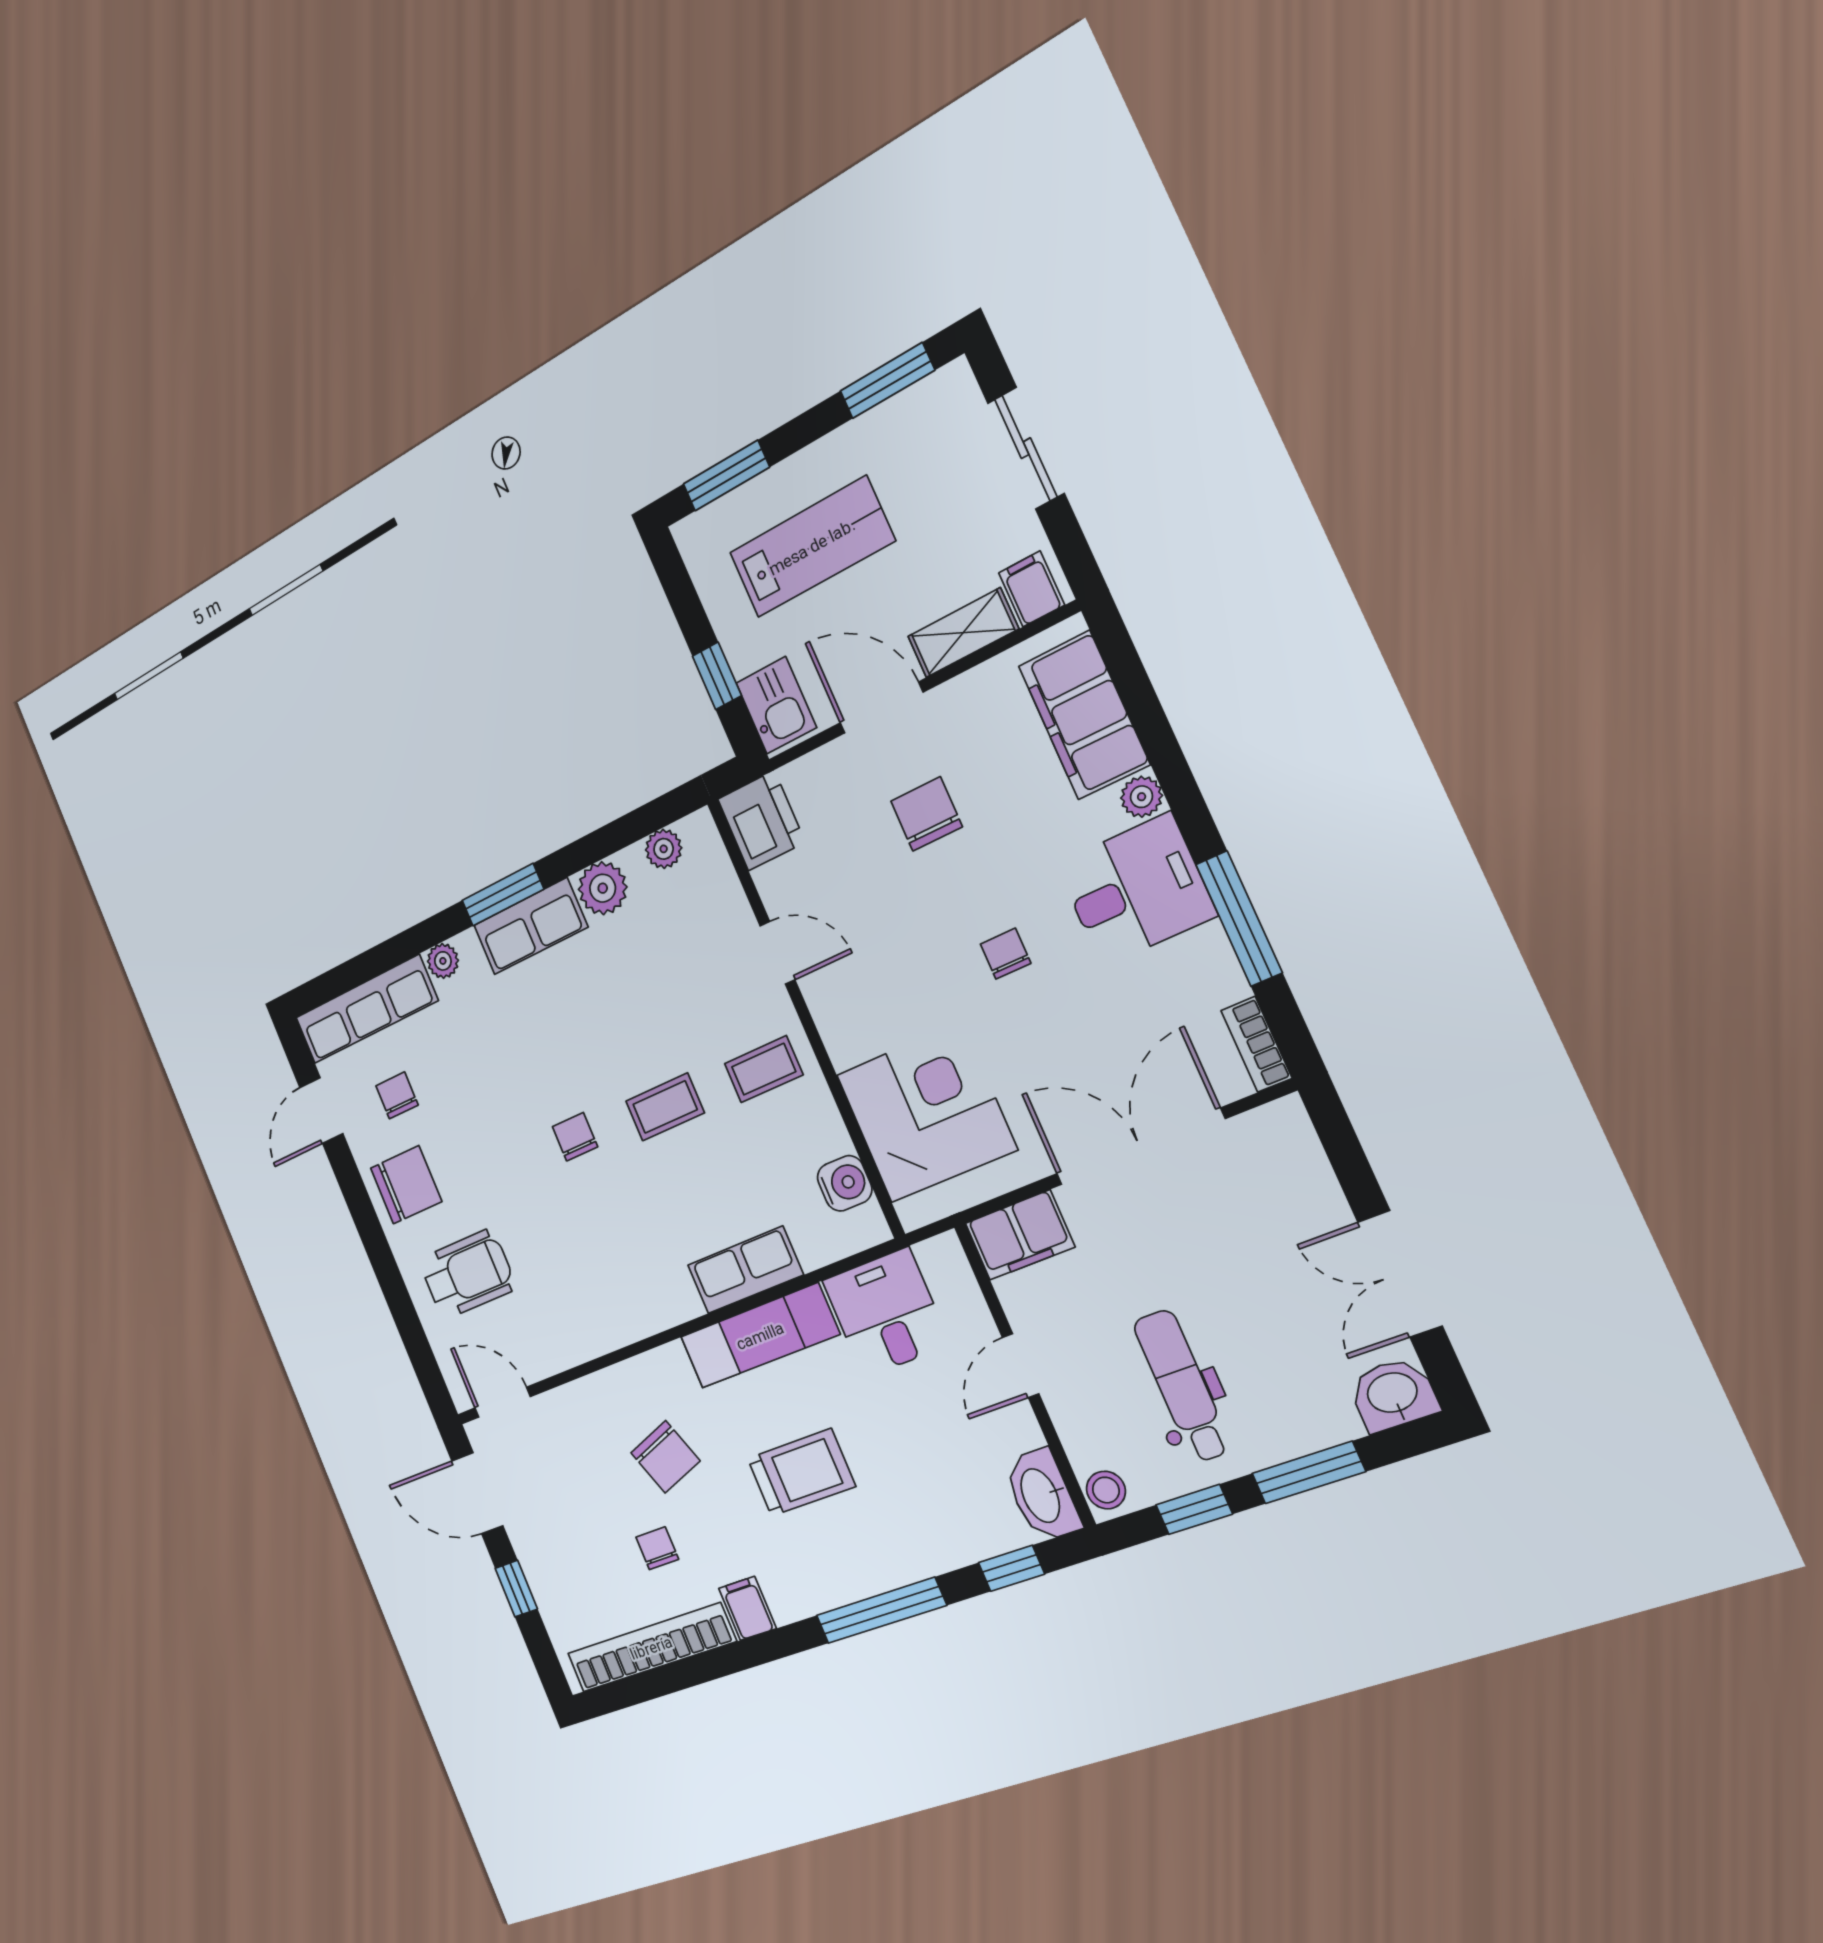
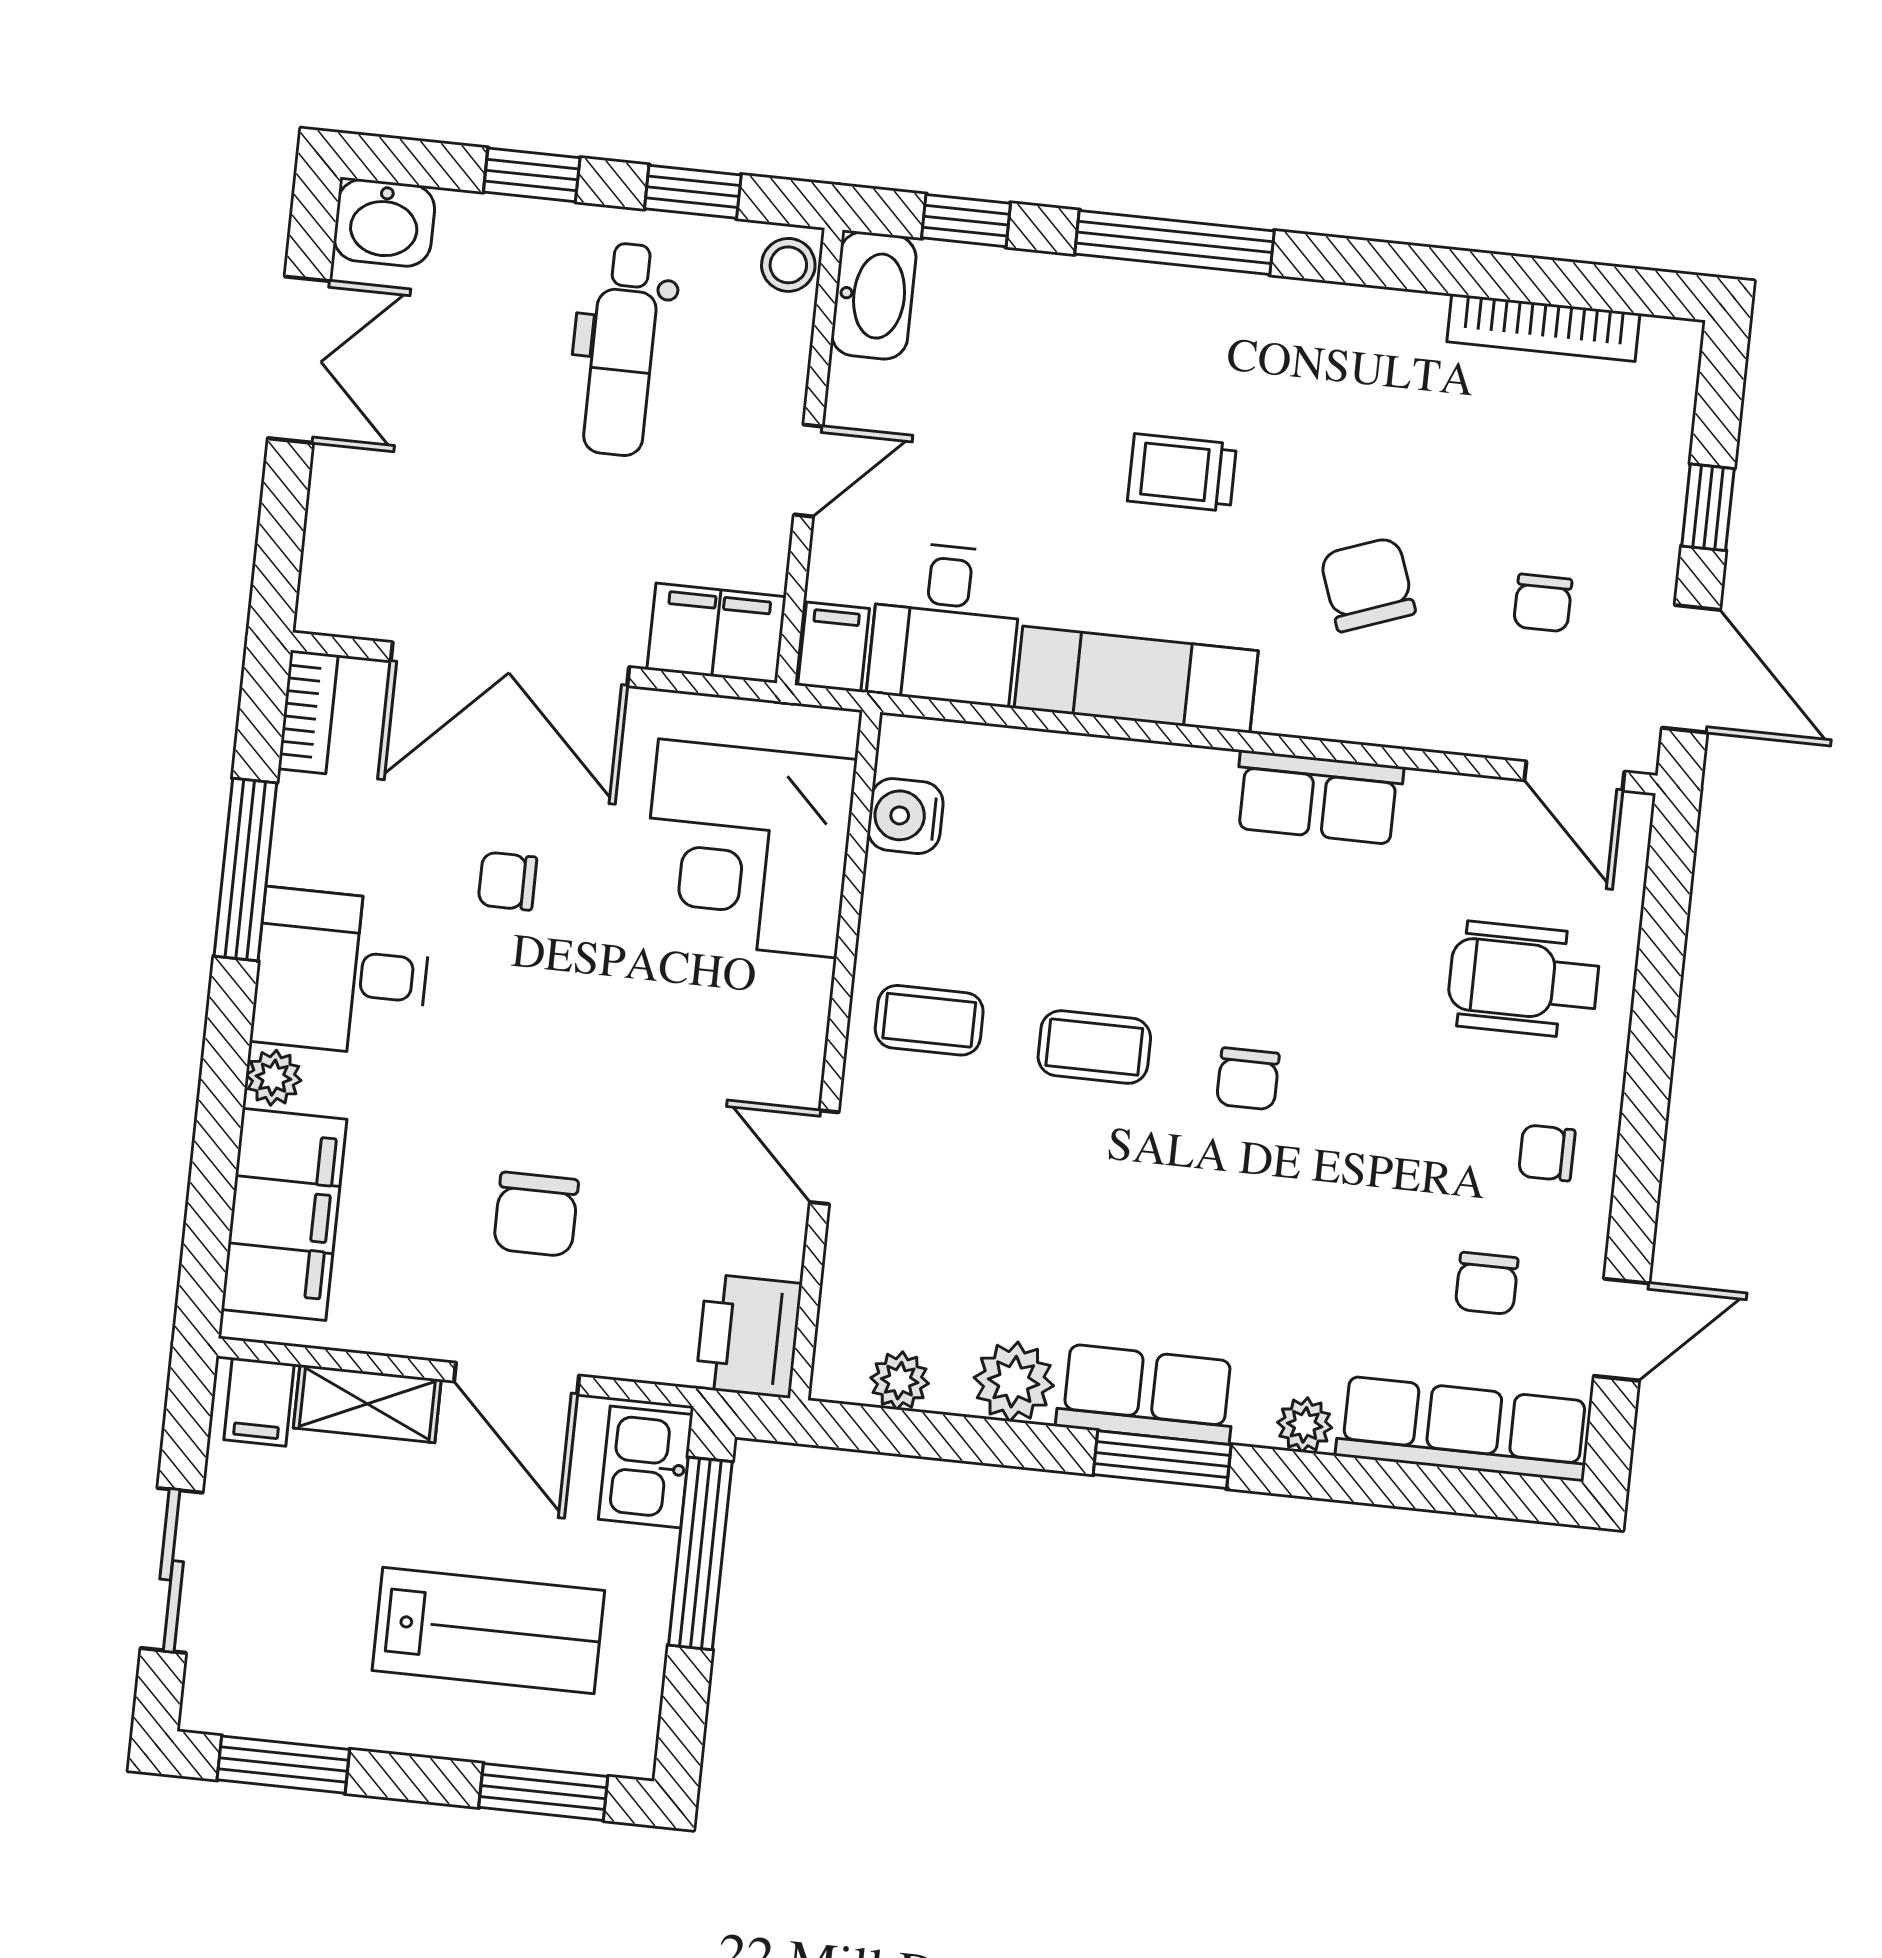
lab bench: (812, 547) -> (488, 1631), turned 180
window: (717, 676) -> (700, 1553), width x2.17
chair: (1006, 954) -> (507, 881), moved, turned 90
chair: (406, 1185) -> (1547, 1153), width x0.54, depth x0.54
row of seats: (745, 1270) -> (1318, 797), moved
trolley: (801, 1472) -> (1182, 473), width x0.73, depth x0.72
window: (1308, 1472) -> (532, 175), width x0.67
chair: (657, 1548) -> (1543, 603), moved
filing cabinet: (747, 1608) -> (834, 647), moved, turned 180
bookcase: (651, 1648) -> (1543, 328), width x0.68, depth x0.76

